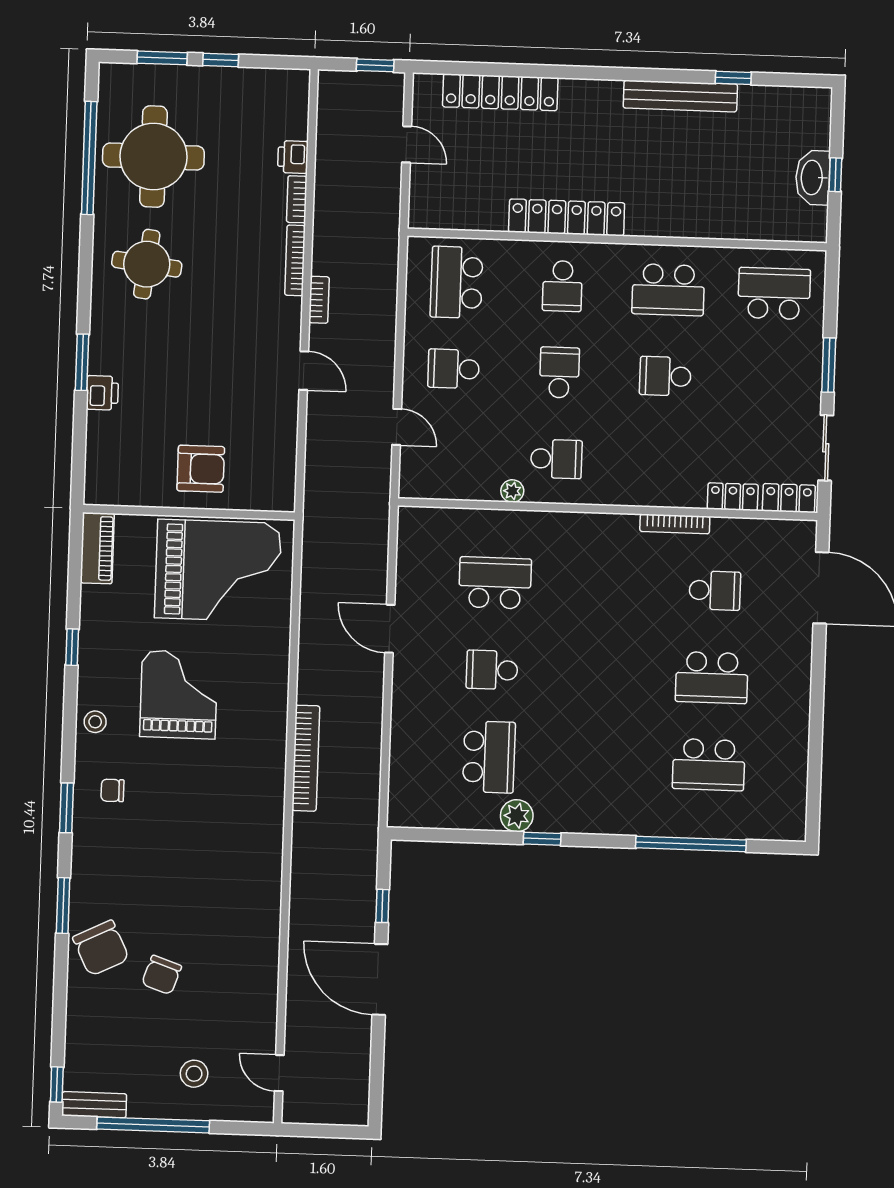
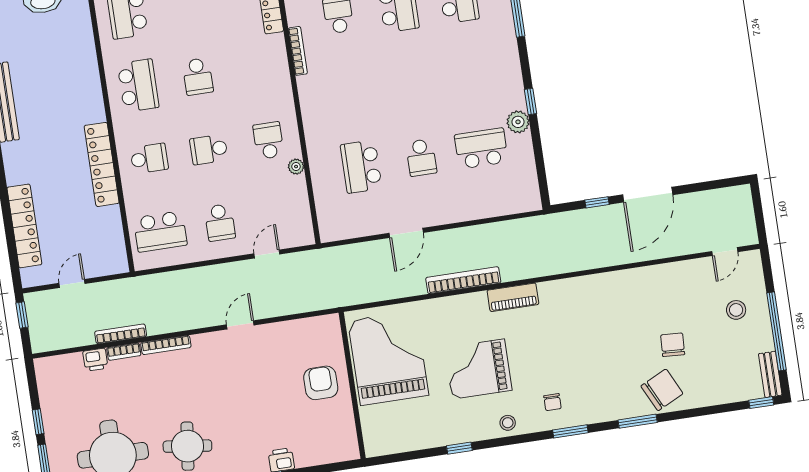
bookcase: (319, 300) -> (121, 334), moved, width x1.56
piano: (97, 548) -> (513, 297), moved, turned 180
bookcase: (306, 758) -> (463, 280), moved
chair: (162, 975) -> (673, 345), turned -106

